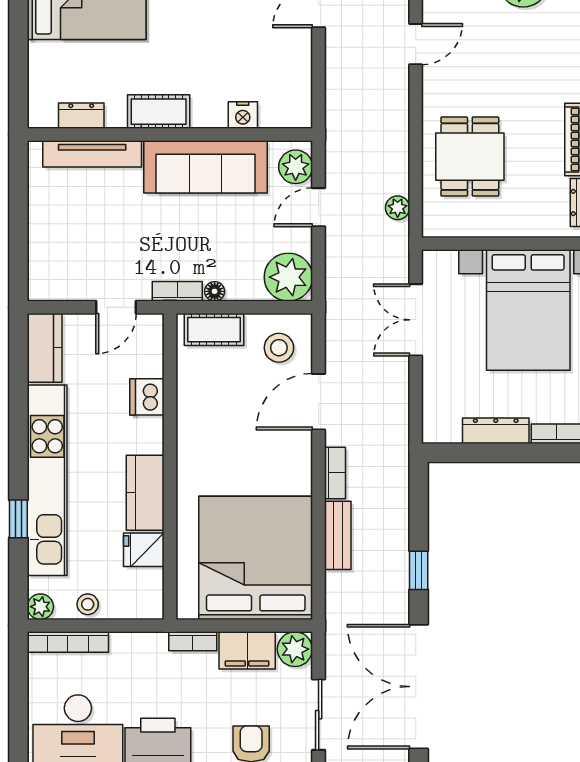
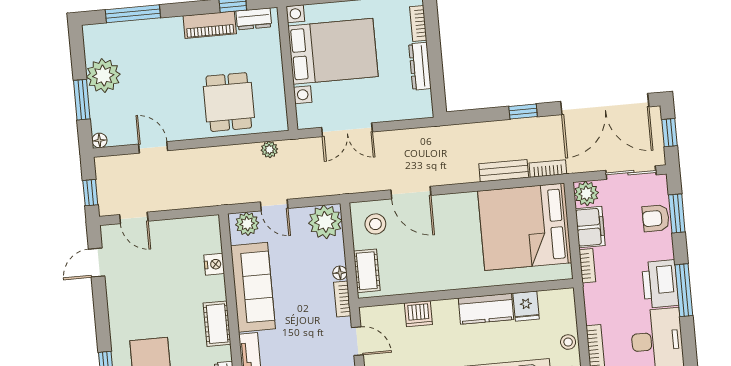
dining table: (470, 157) -> (229, 102), turned 90
bookcase: (335, 473) -> (548, 169), moved

